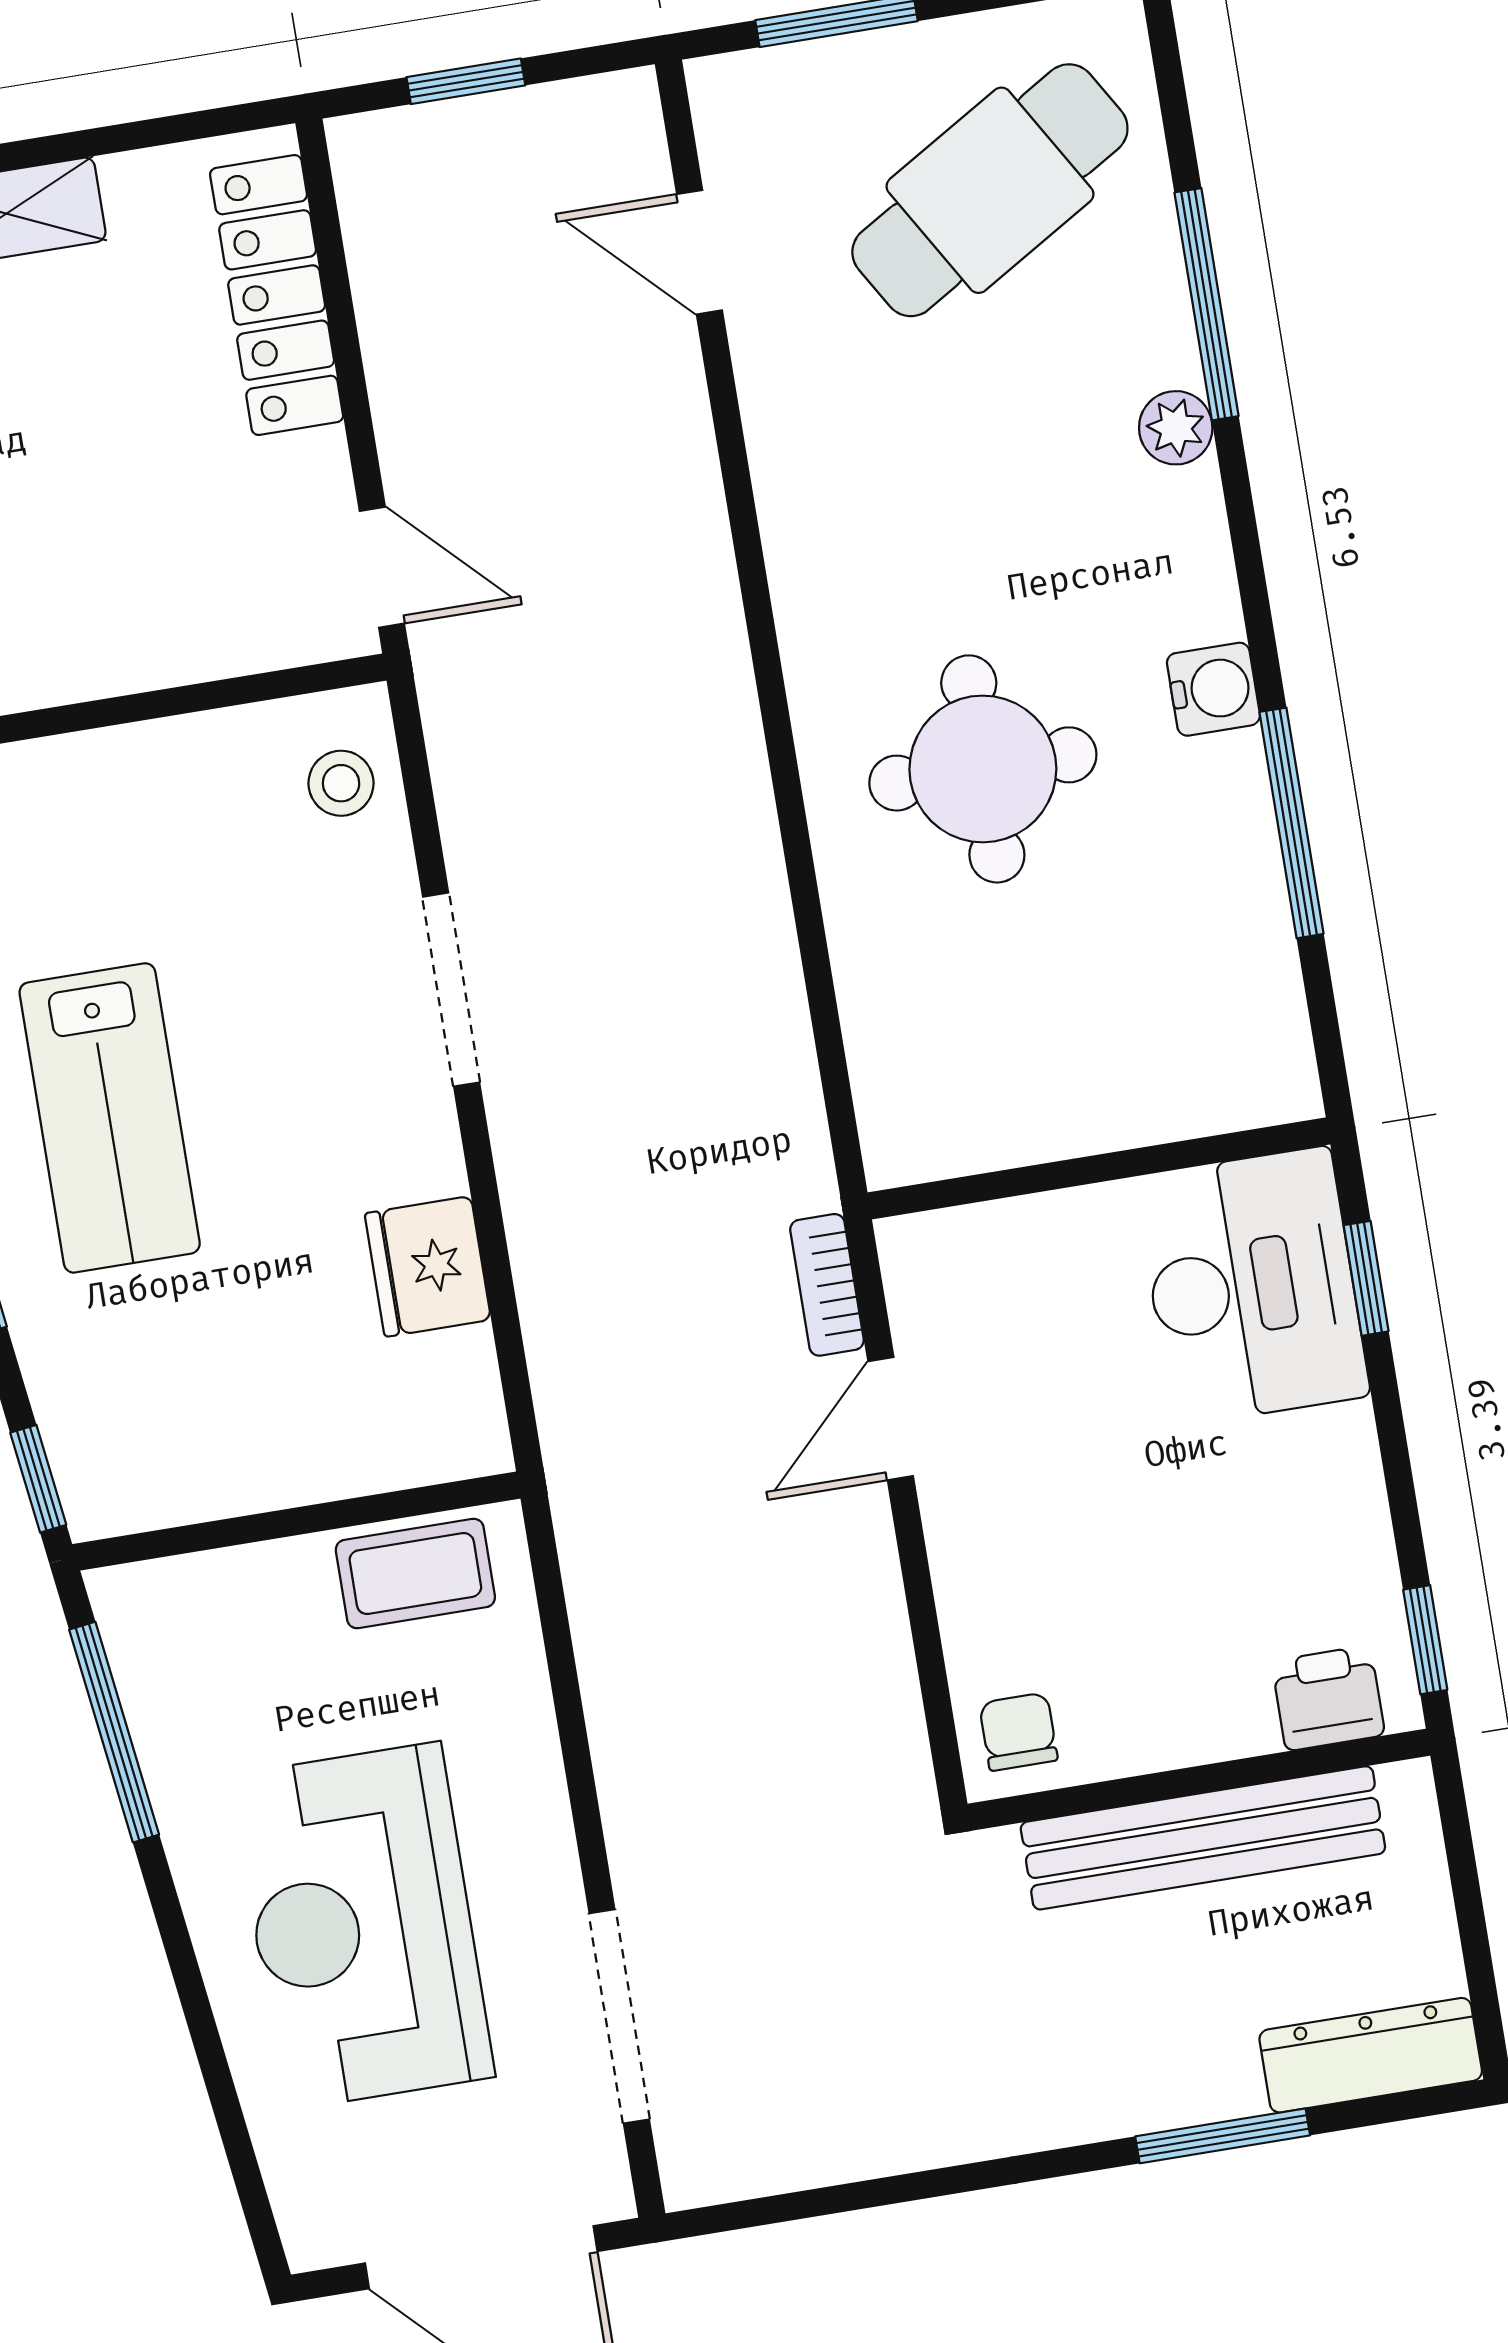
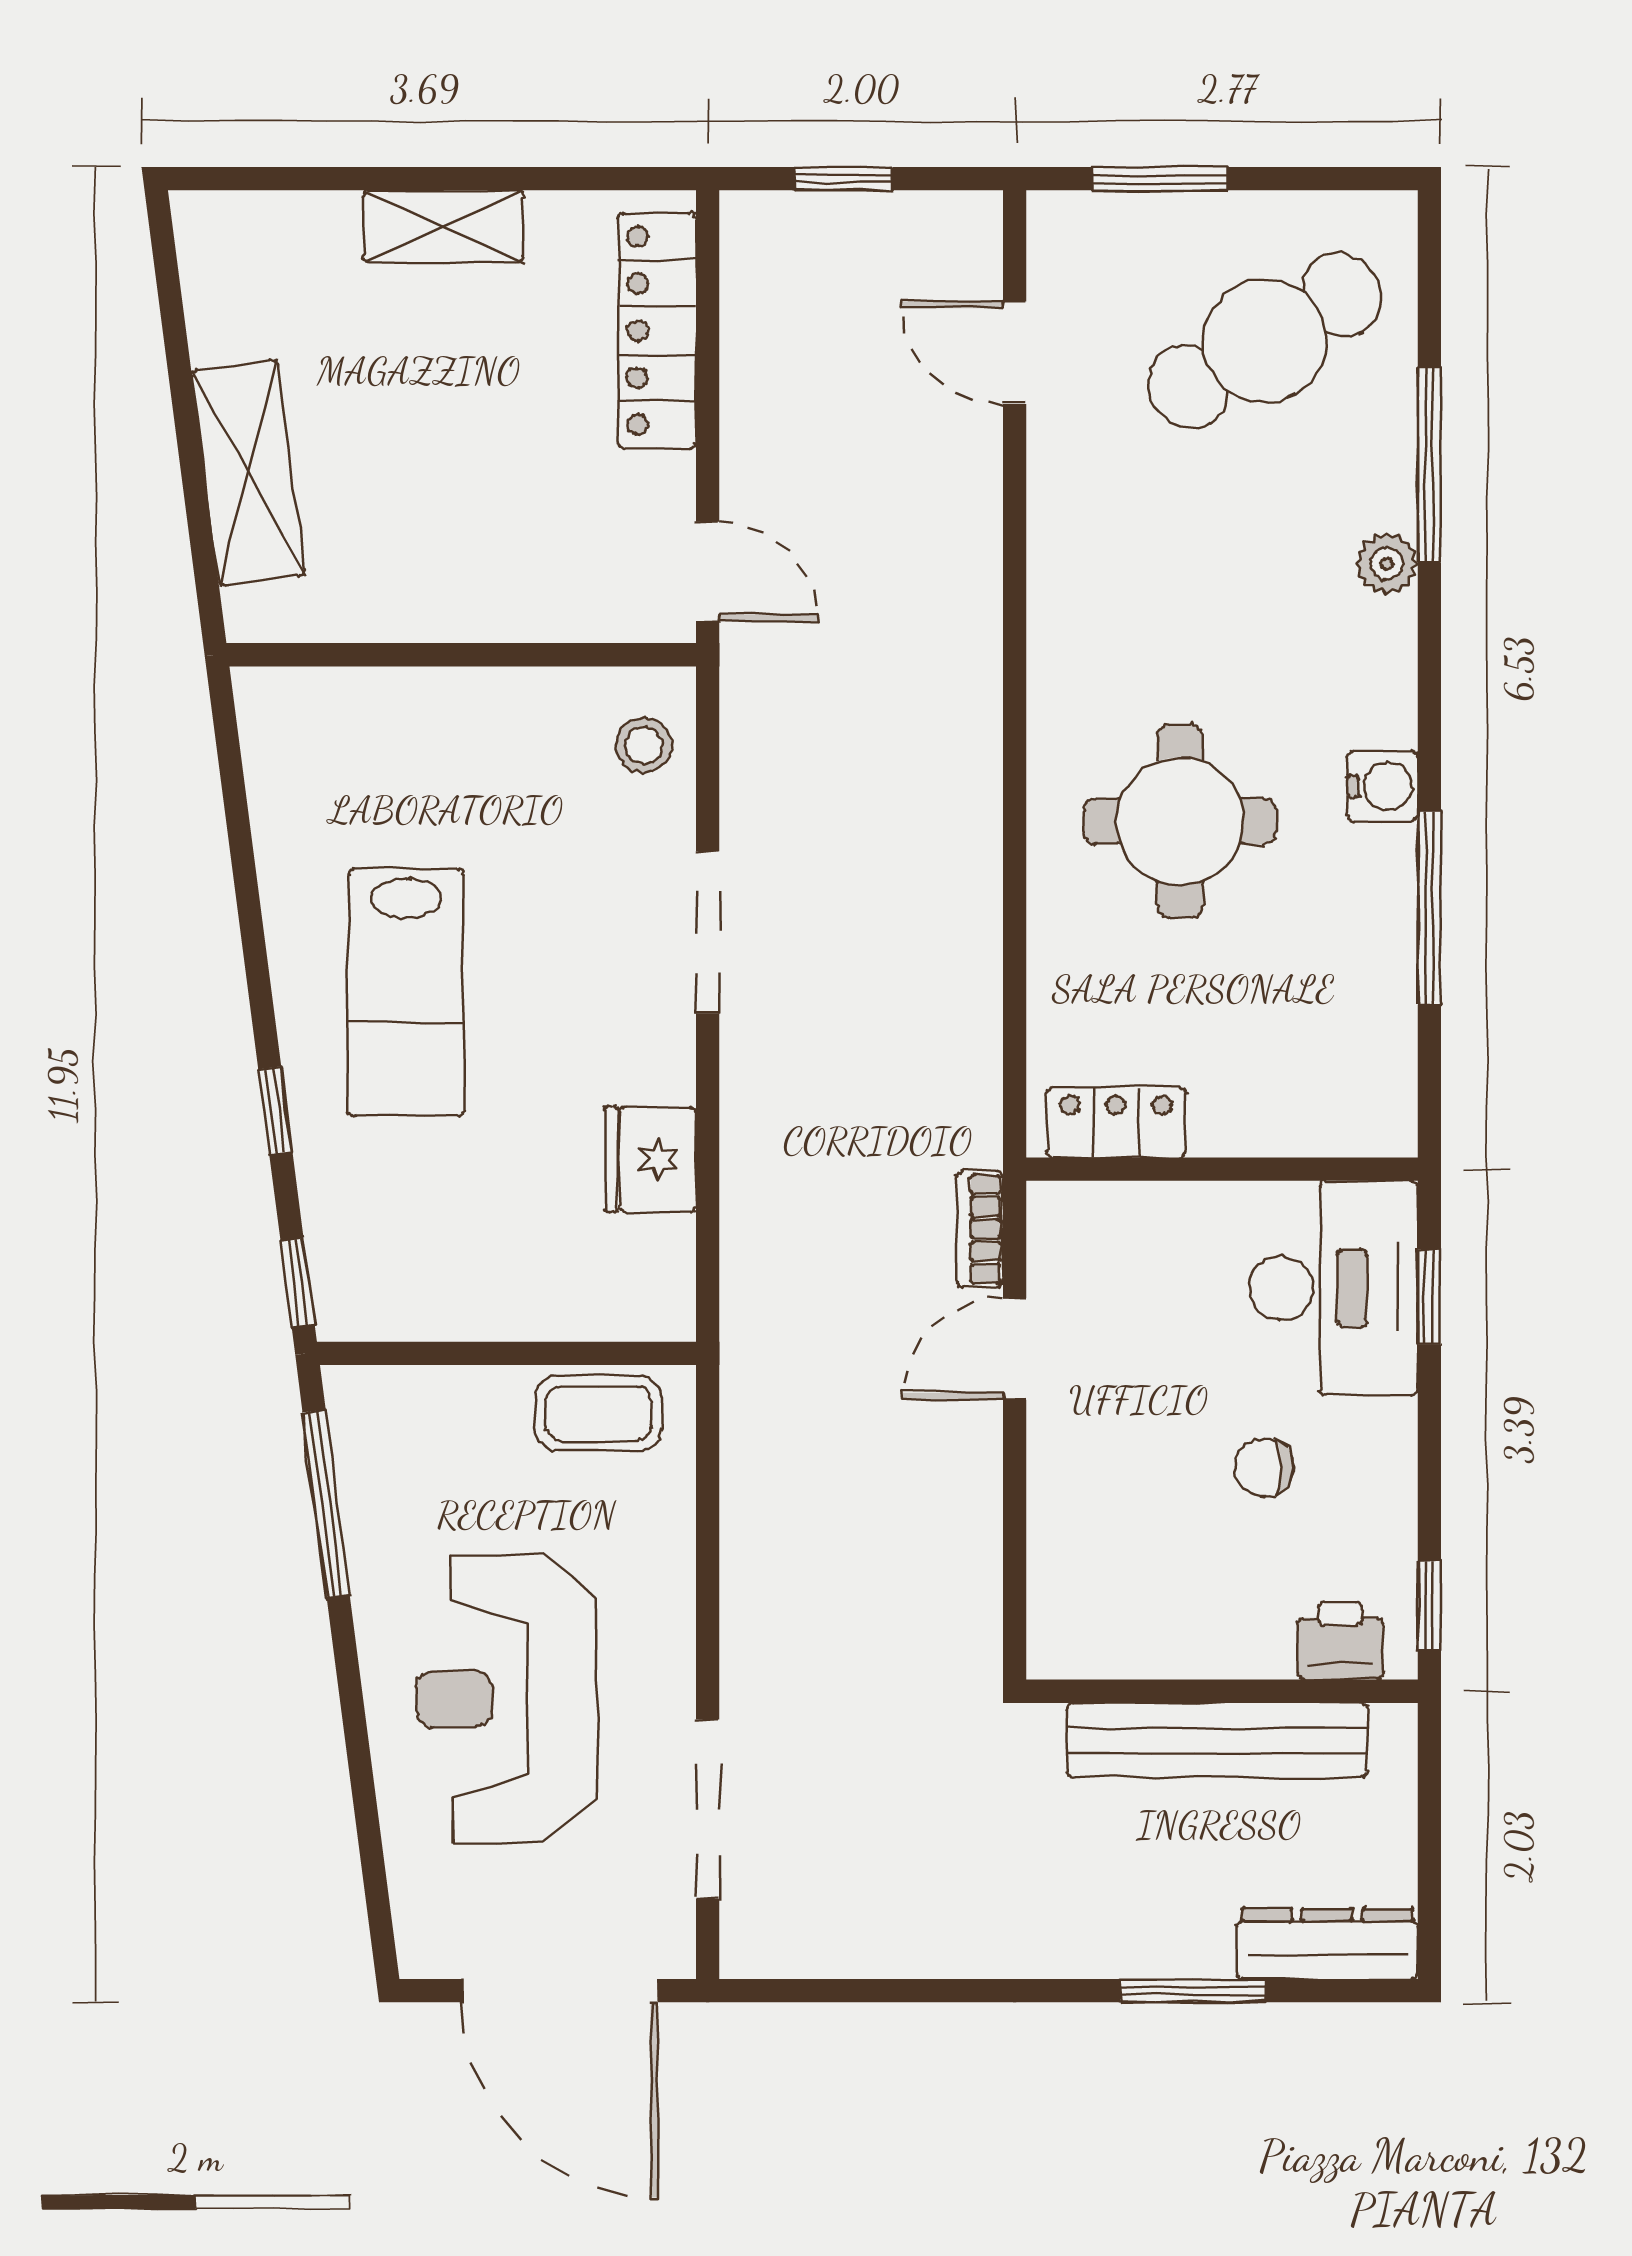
locker: (966, 1134) -> (1116, 1123), added
chair: (1018, 1732) -> (1264, 1468), moved, turned -90

